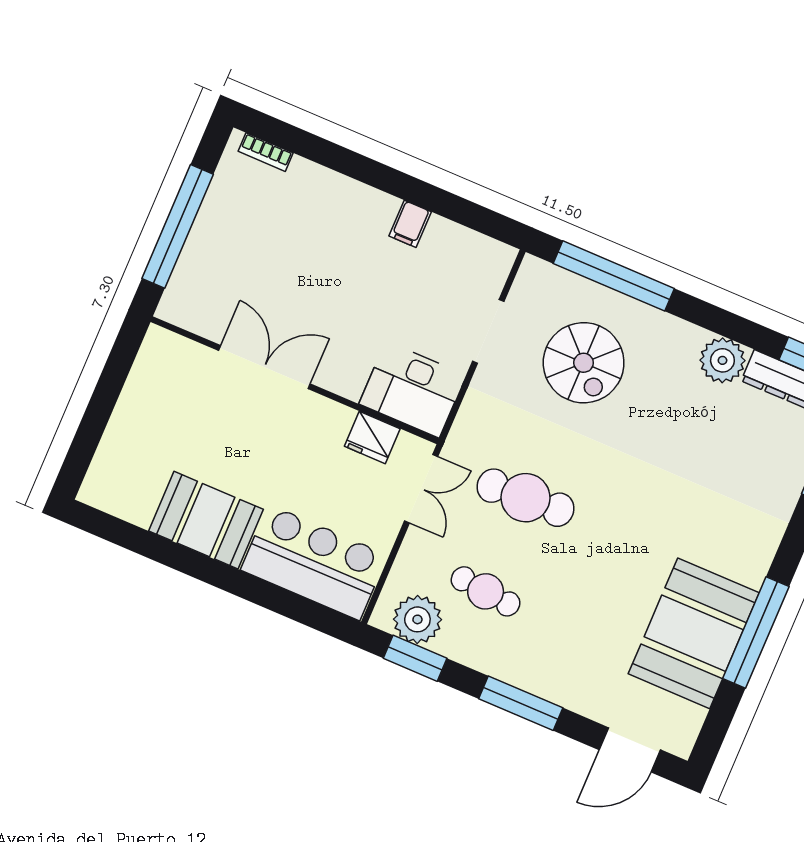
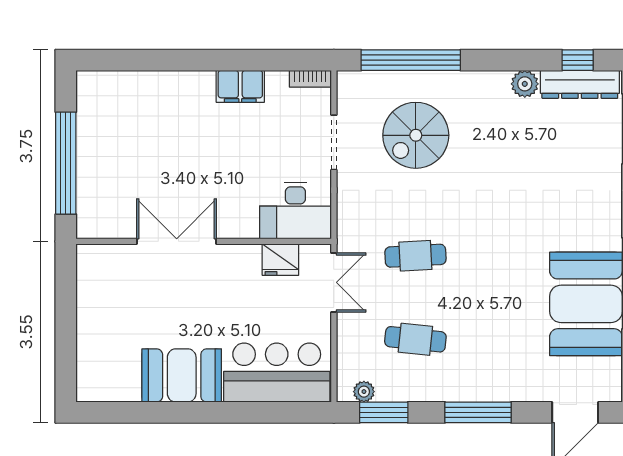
bookcase: (266, 152) -> (310, 79), moved
filing cabinet: (410, 224) -> (240, 86), width x2.00
plant: (722, 360) -> (525, 84), width x0.73, depth x0.73
spiral stairs: (584, 363) -> (416, 135), turned 90
cafe table: (526, 498) -> (415, 256), width x0.73, depth x0.74
plant: (417, 619) -> (364, 392), width x0.53, depth x0.53

